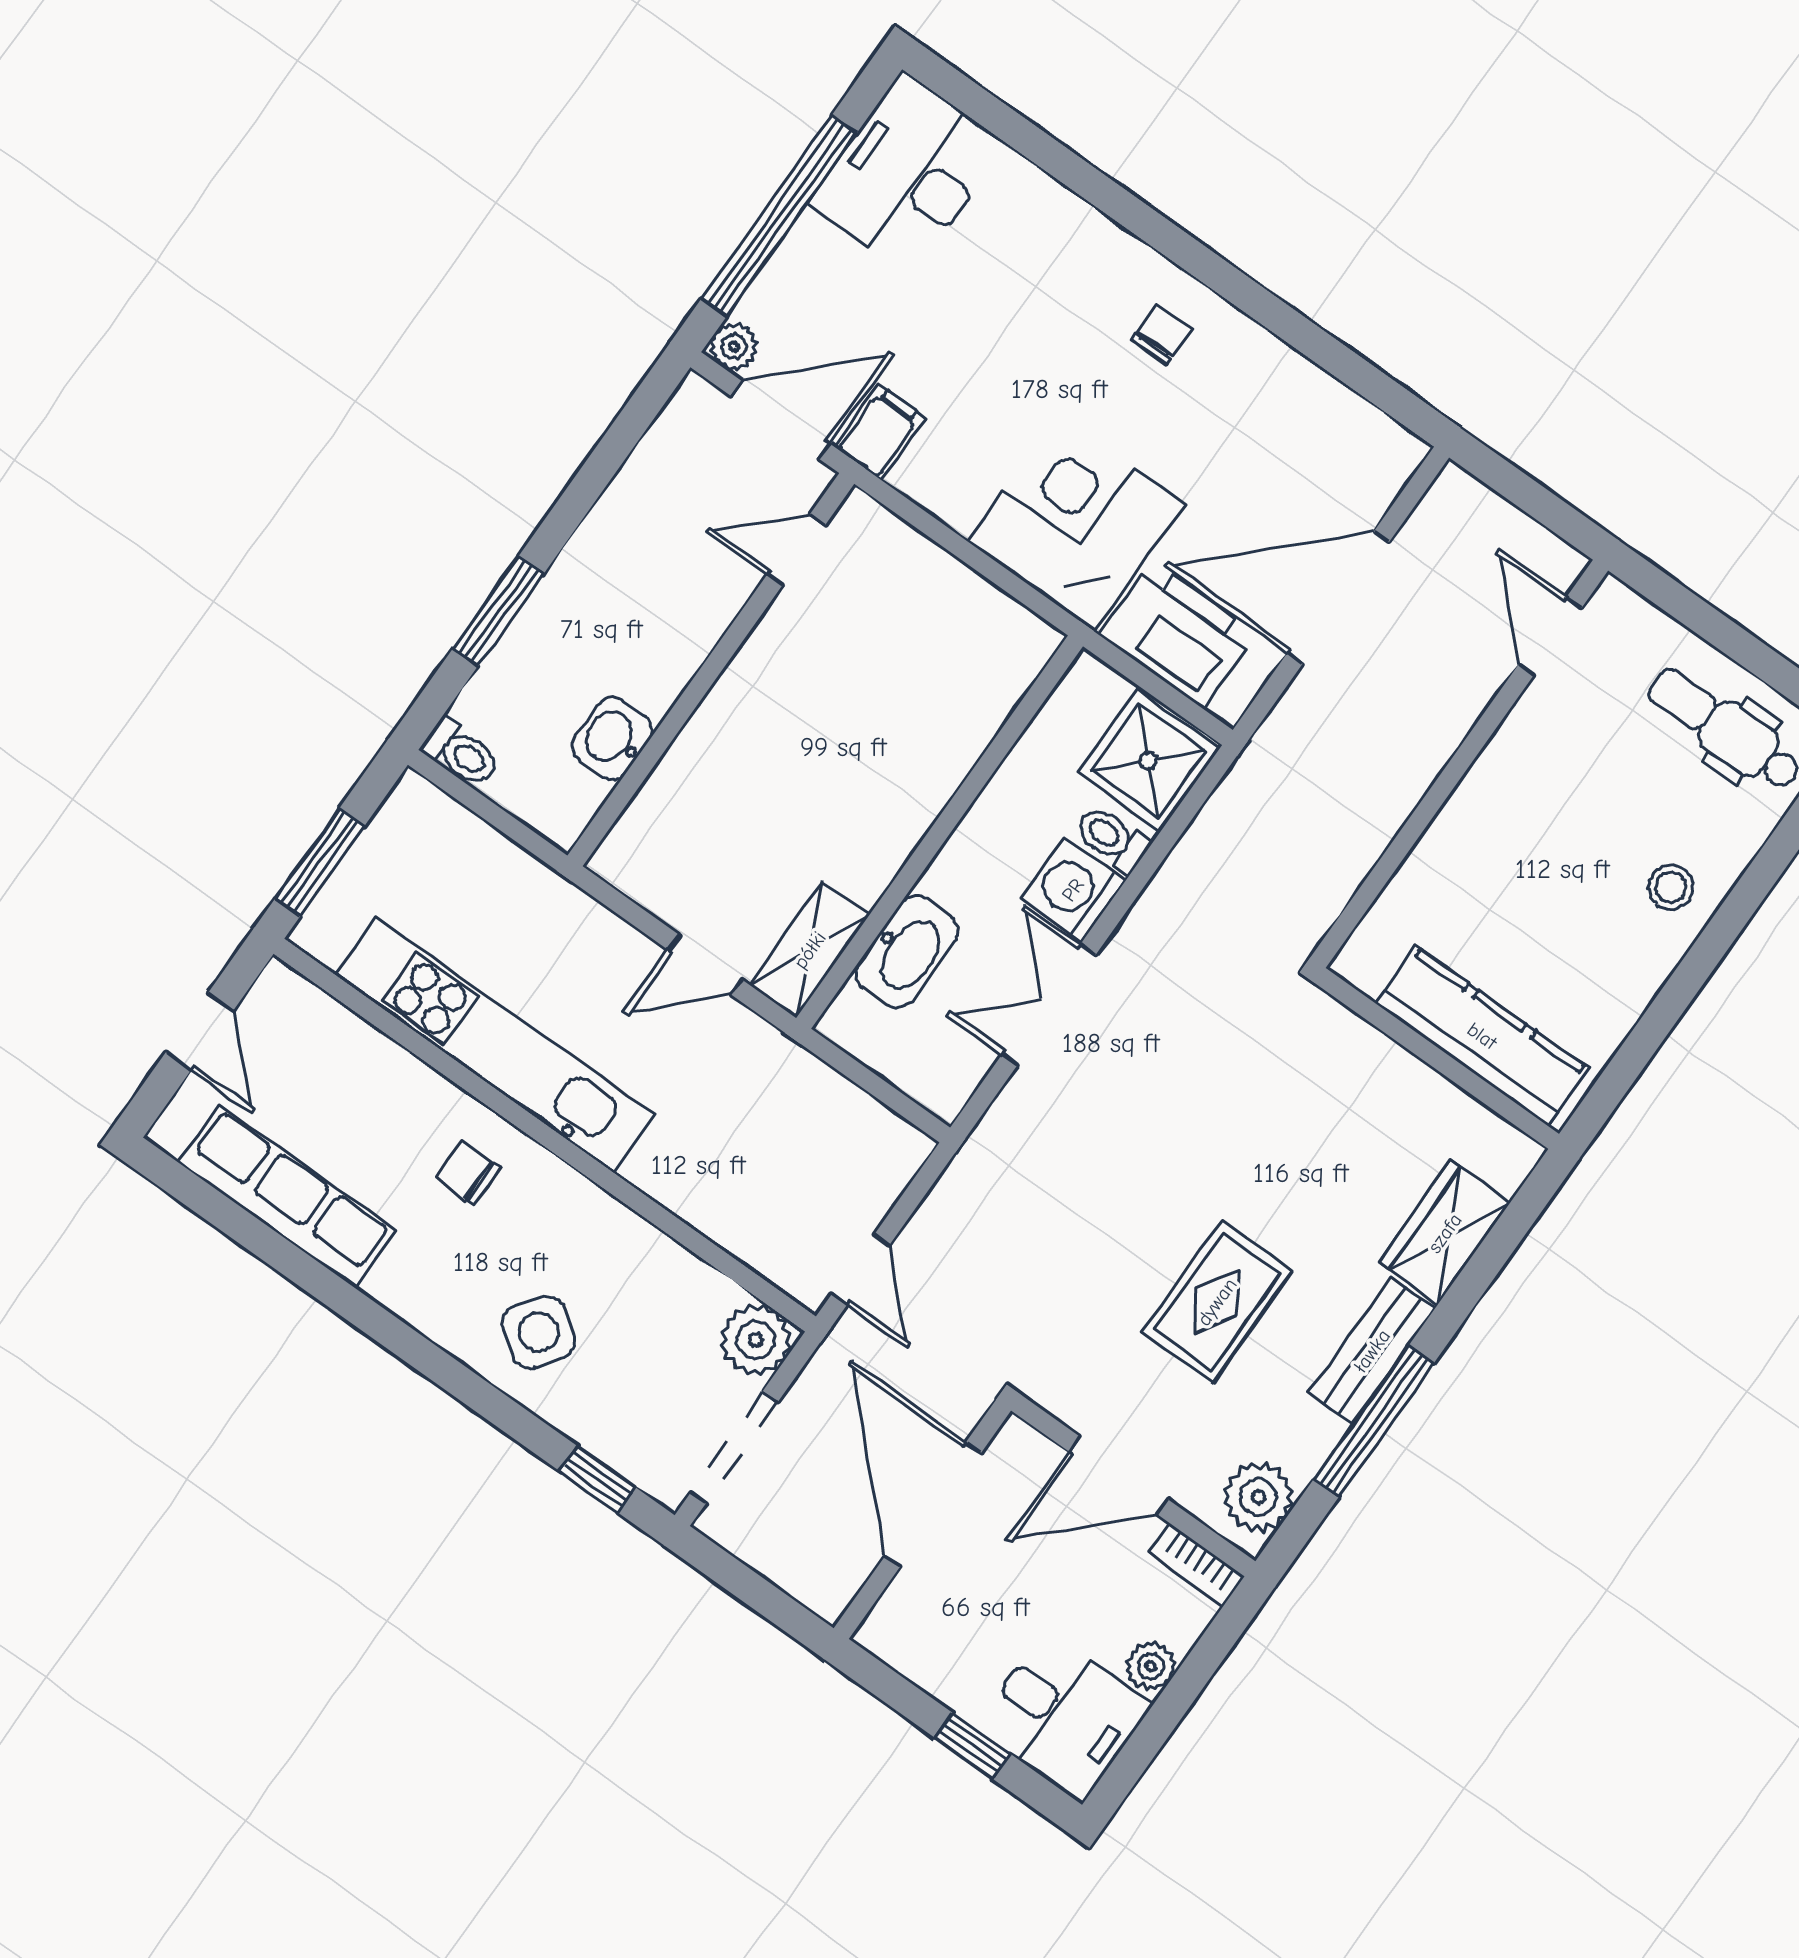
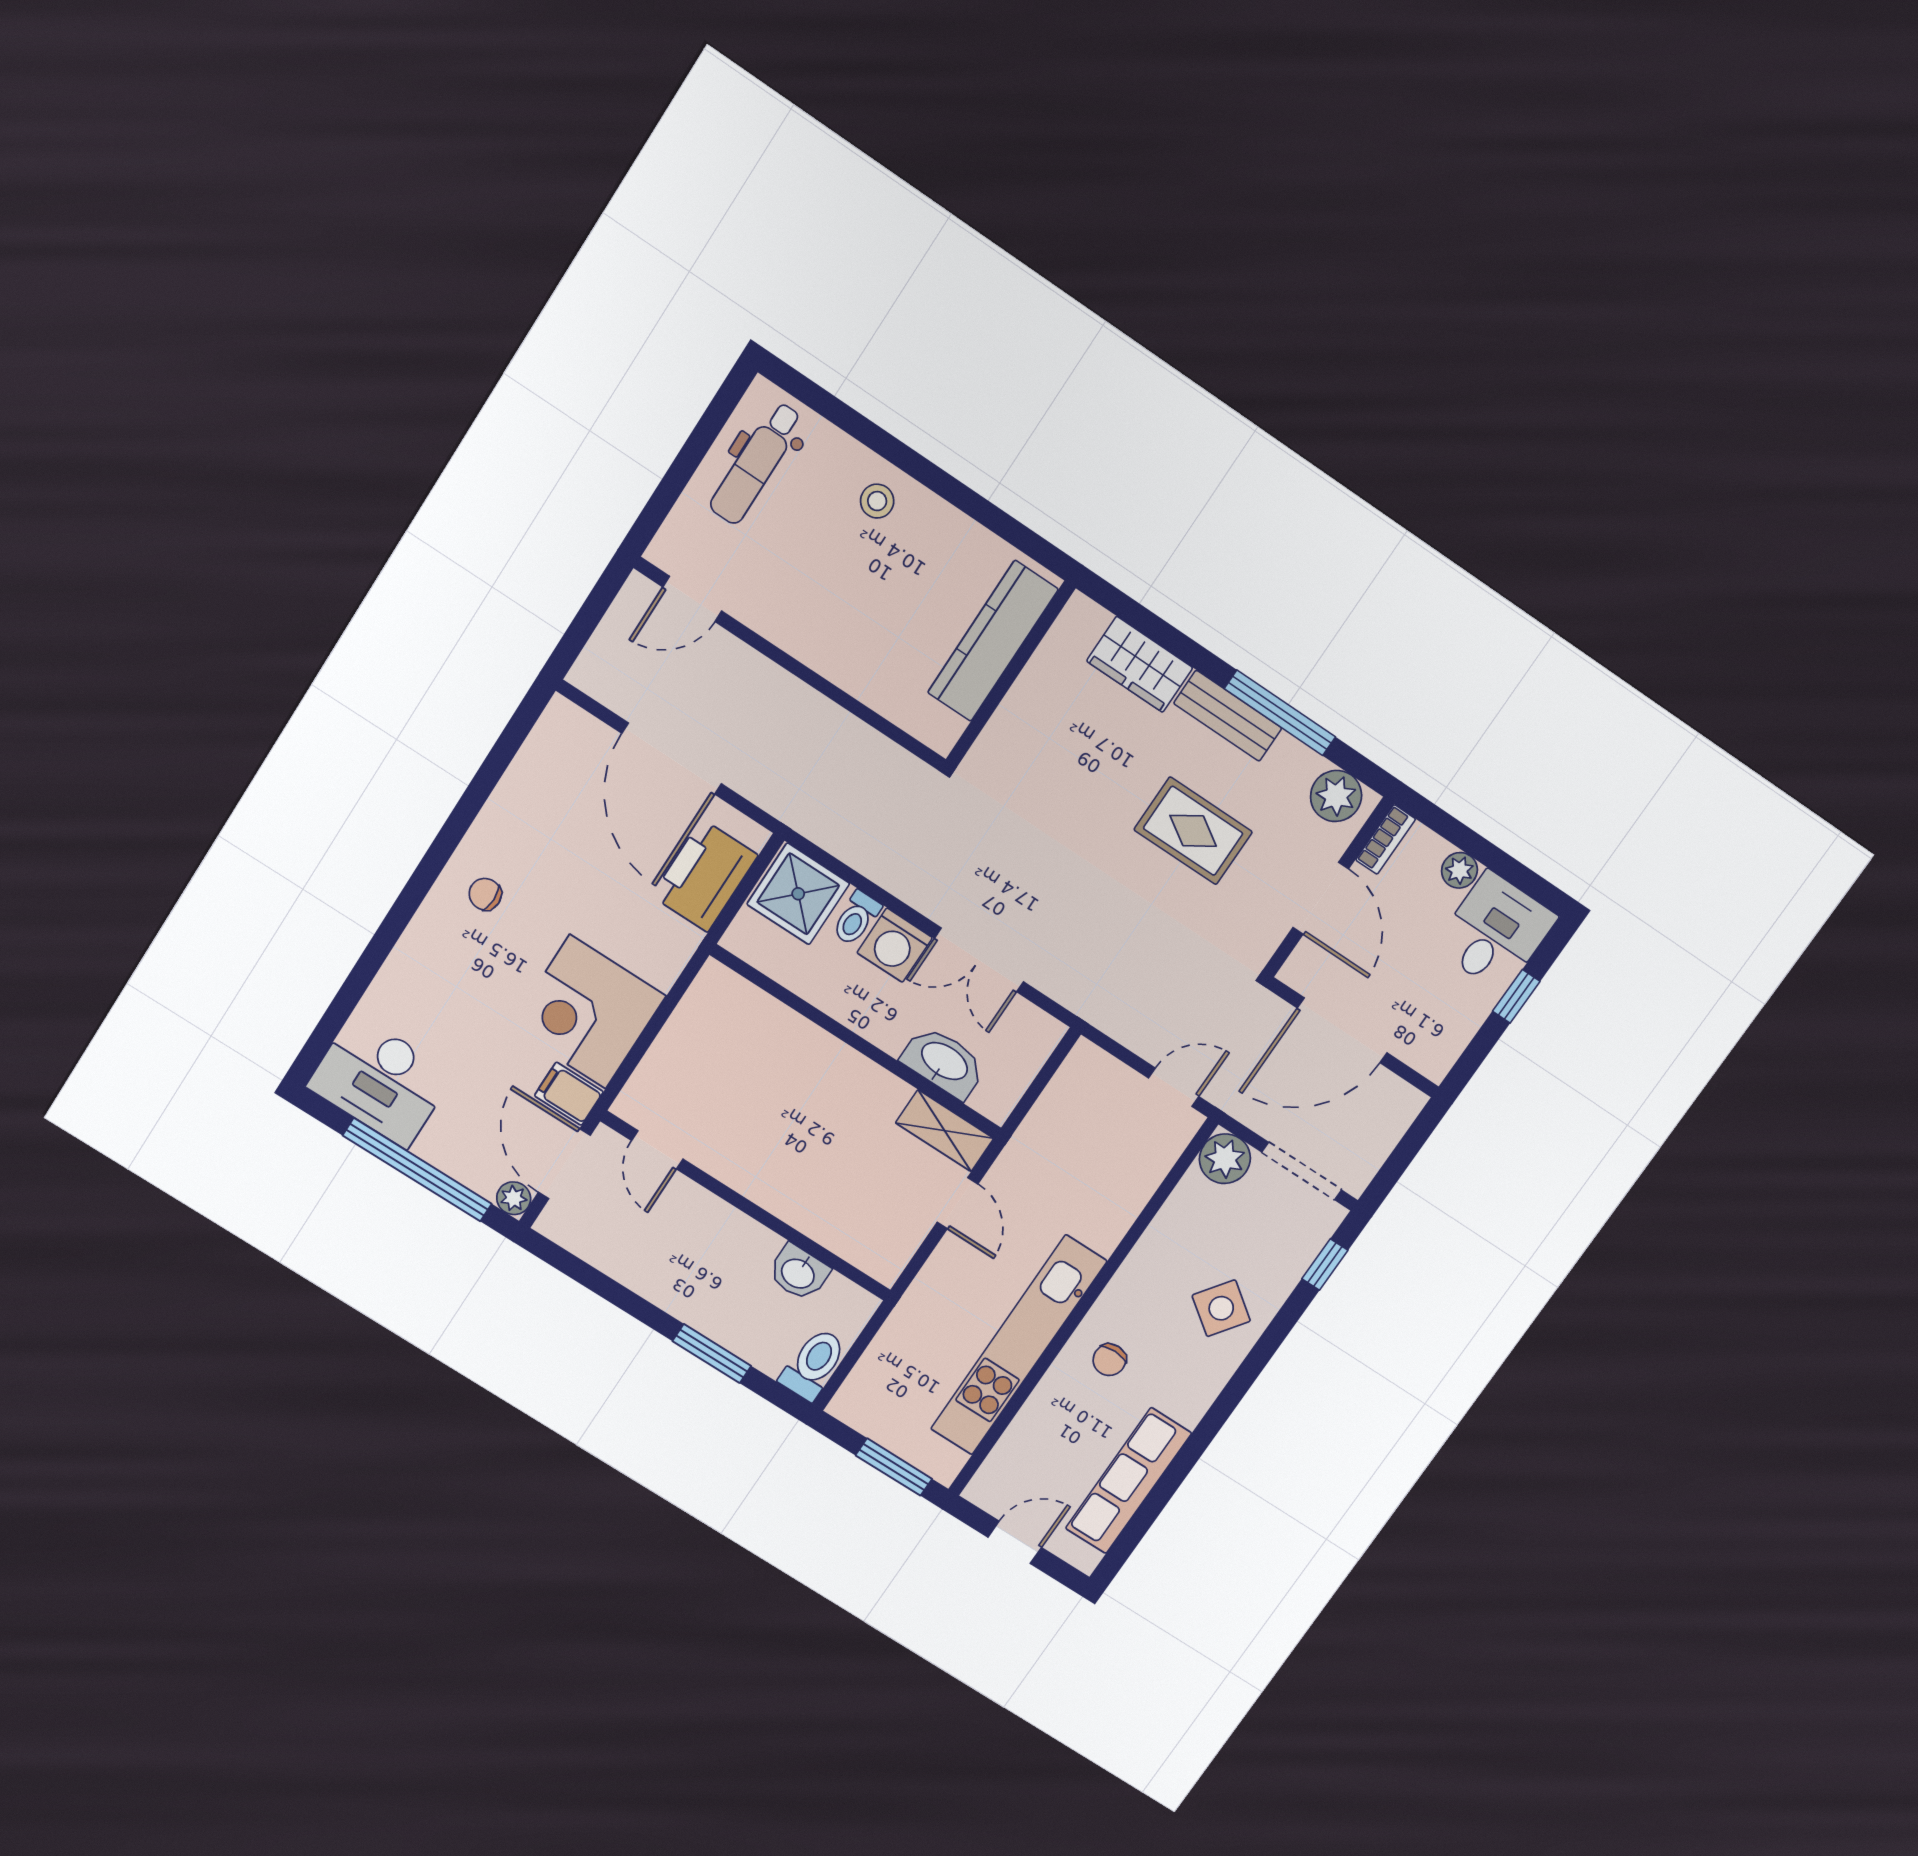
corner desk: (1076, 523) -> (588, 1012), moved
toilet: (461, 753) -> (814, 1364), width x1.37, depth x1.39

